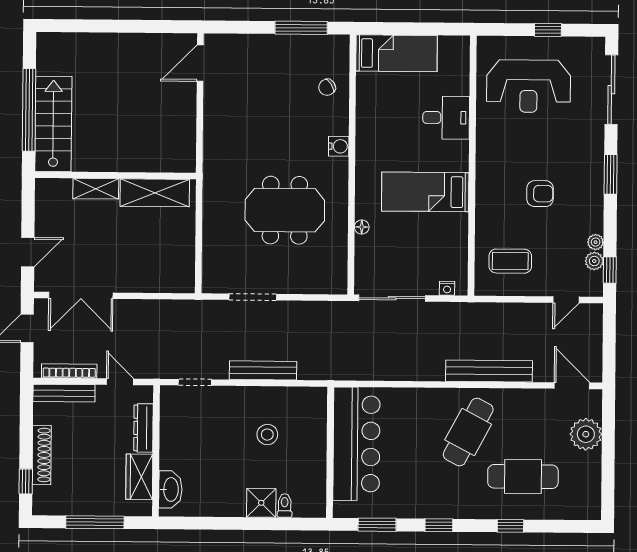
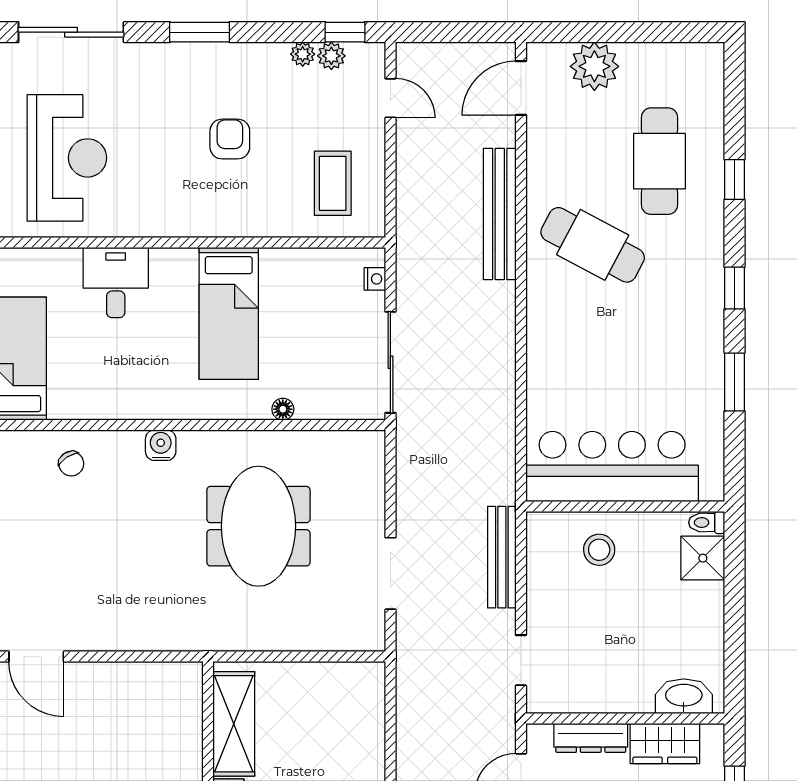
bar counter: (356, 444) -> (612, 467), moved
wall: (330, 452) -> (625, 507), moved

